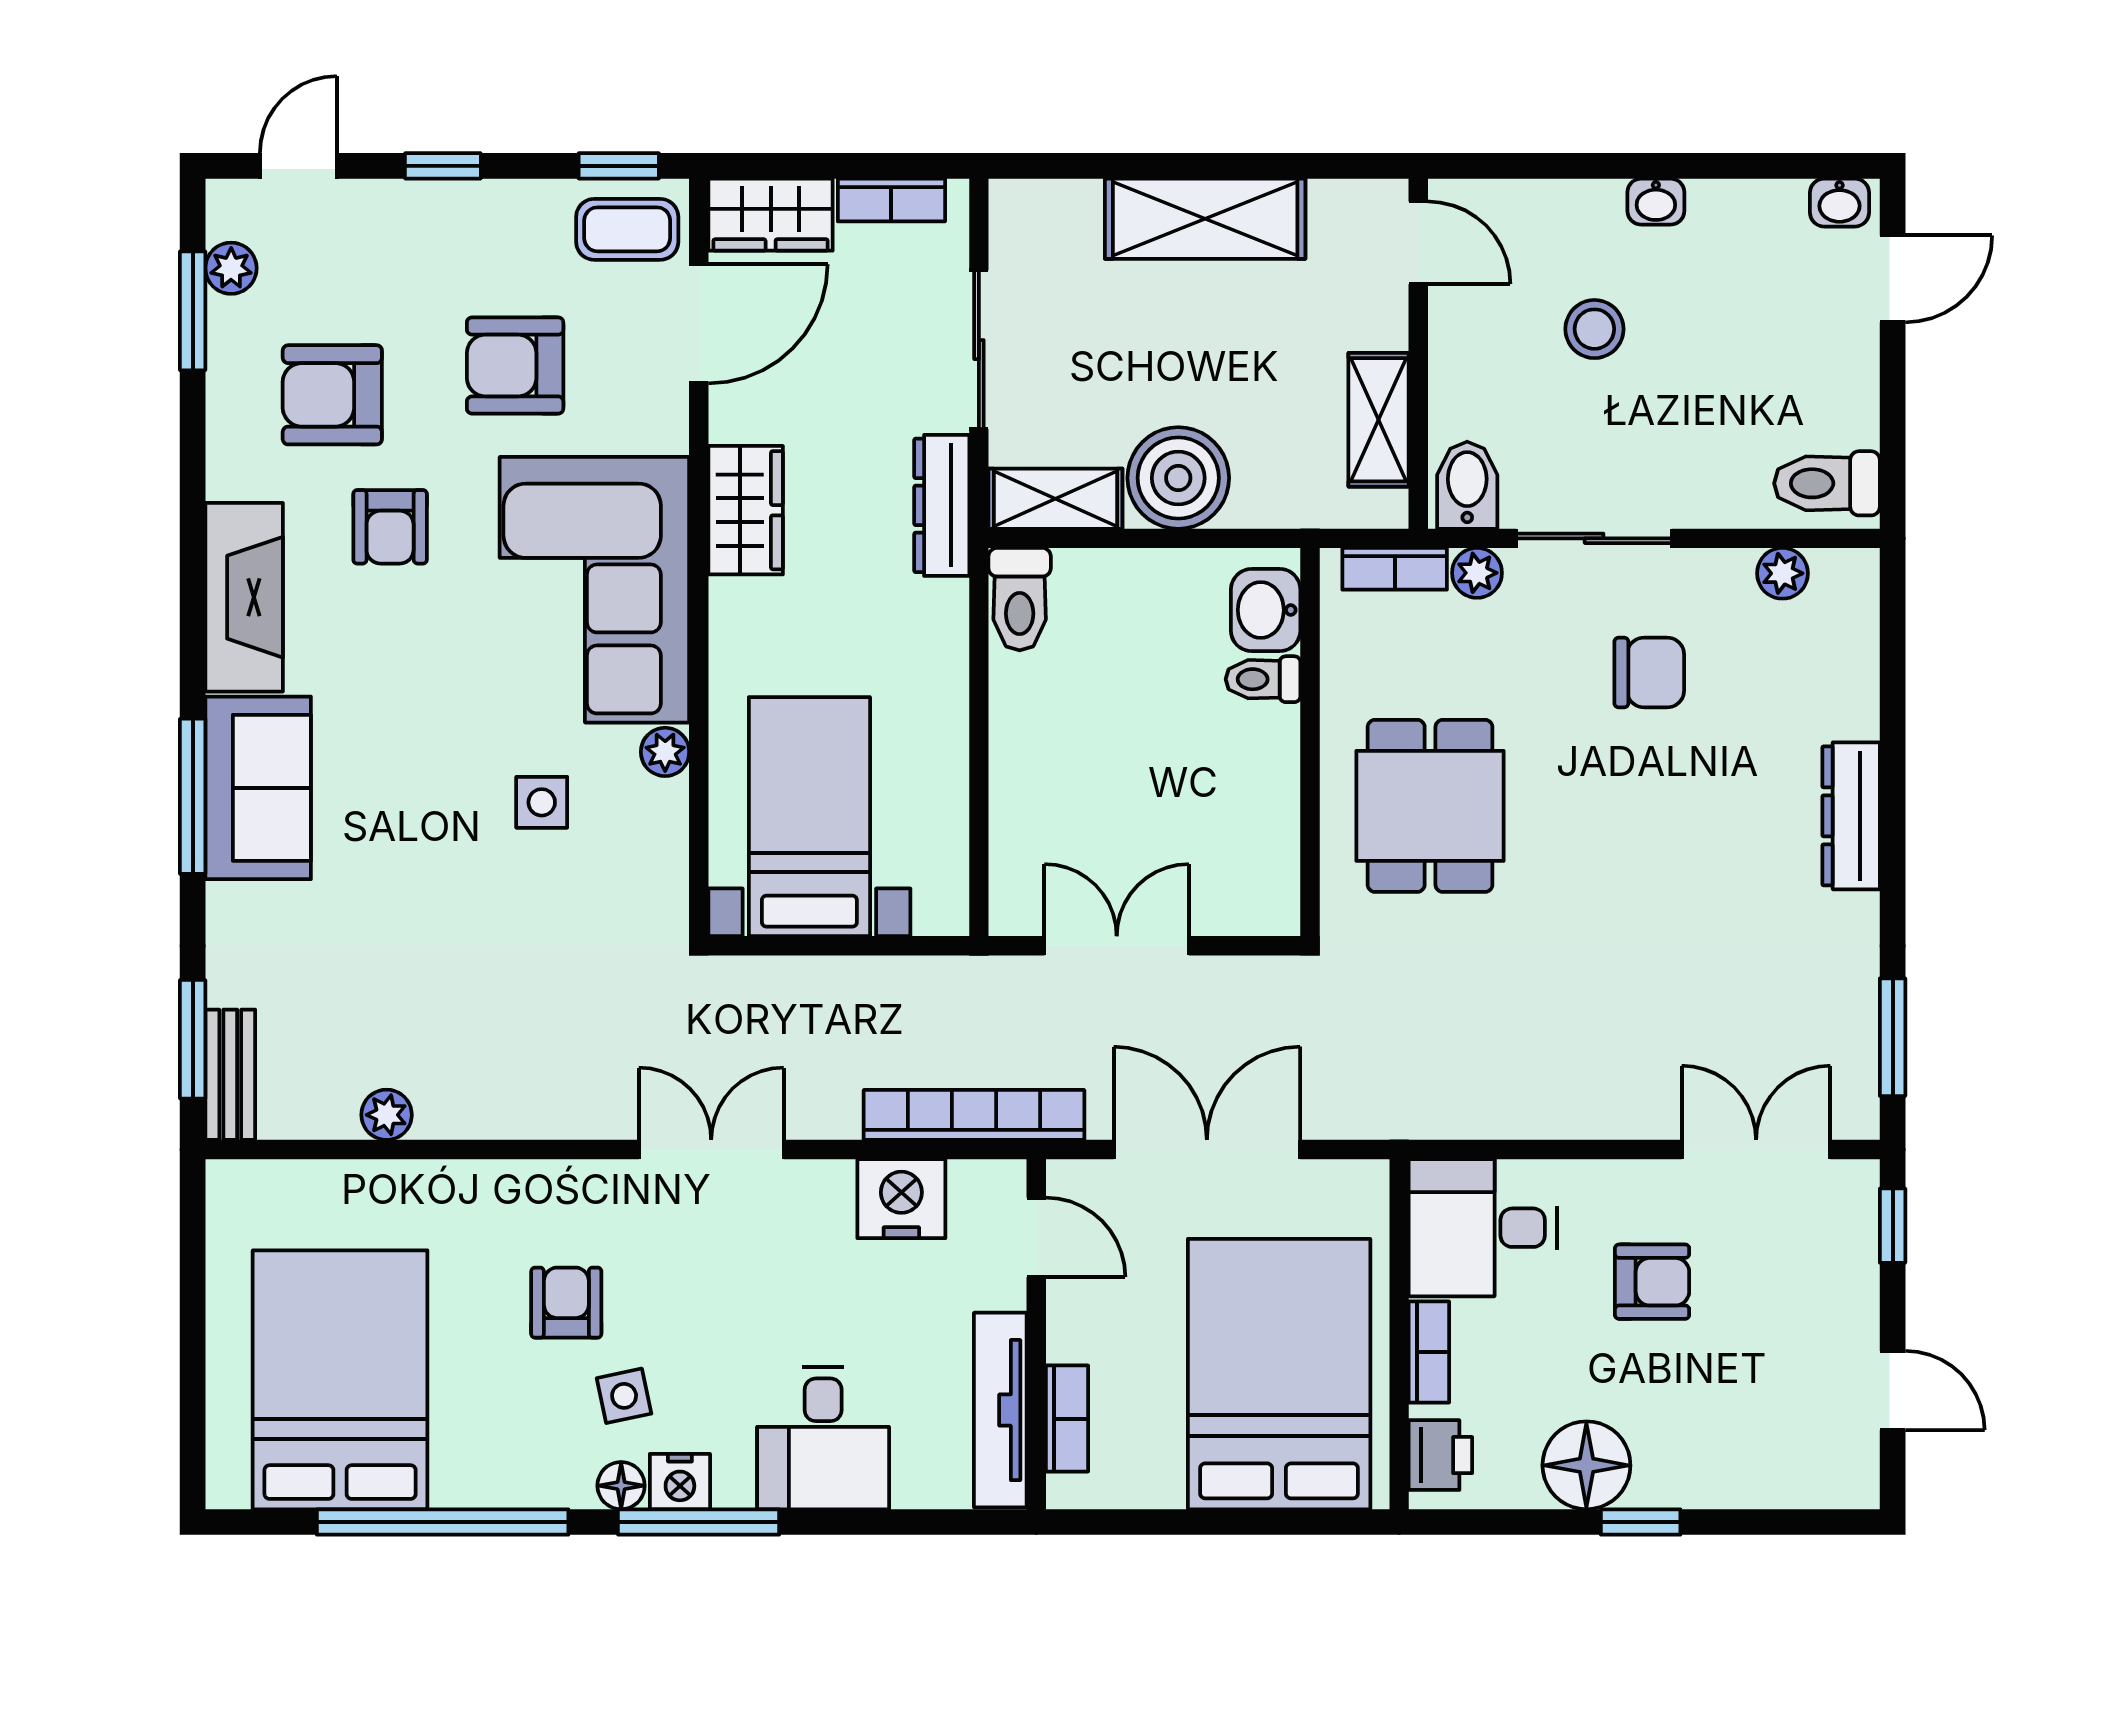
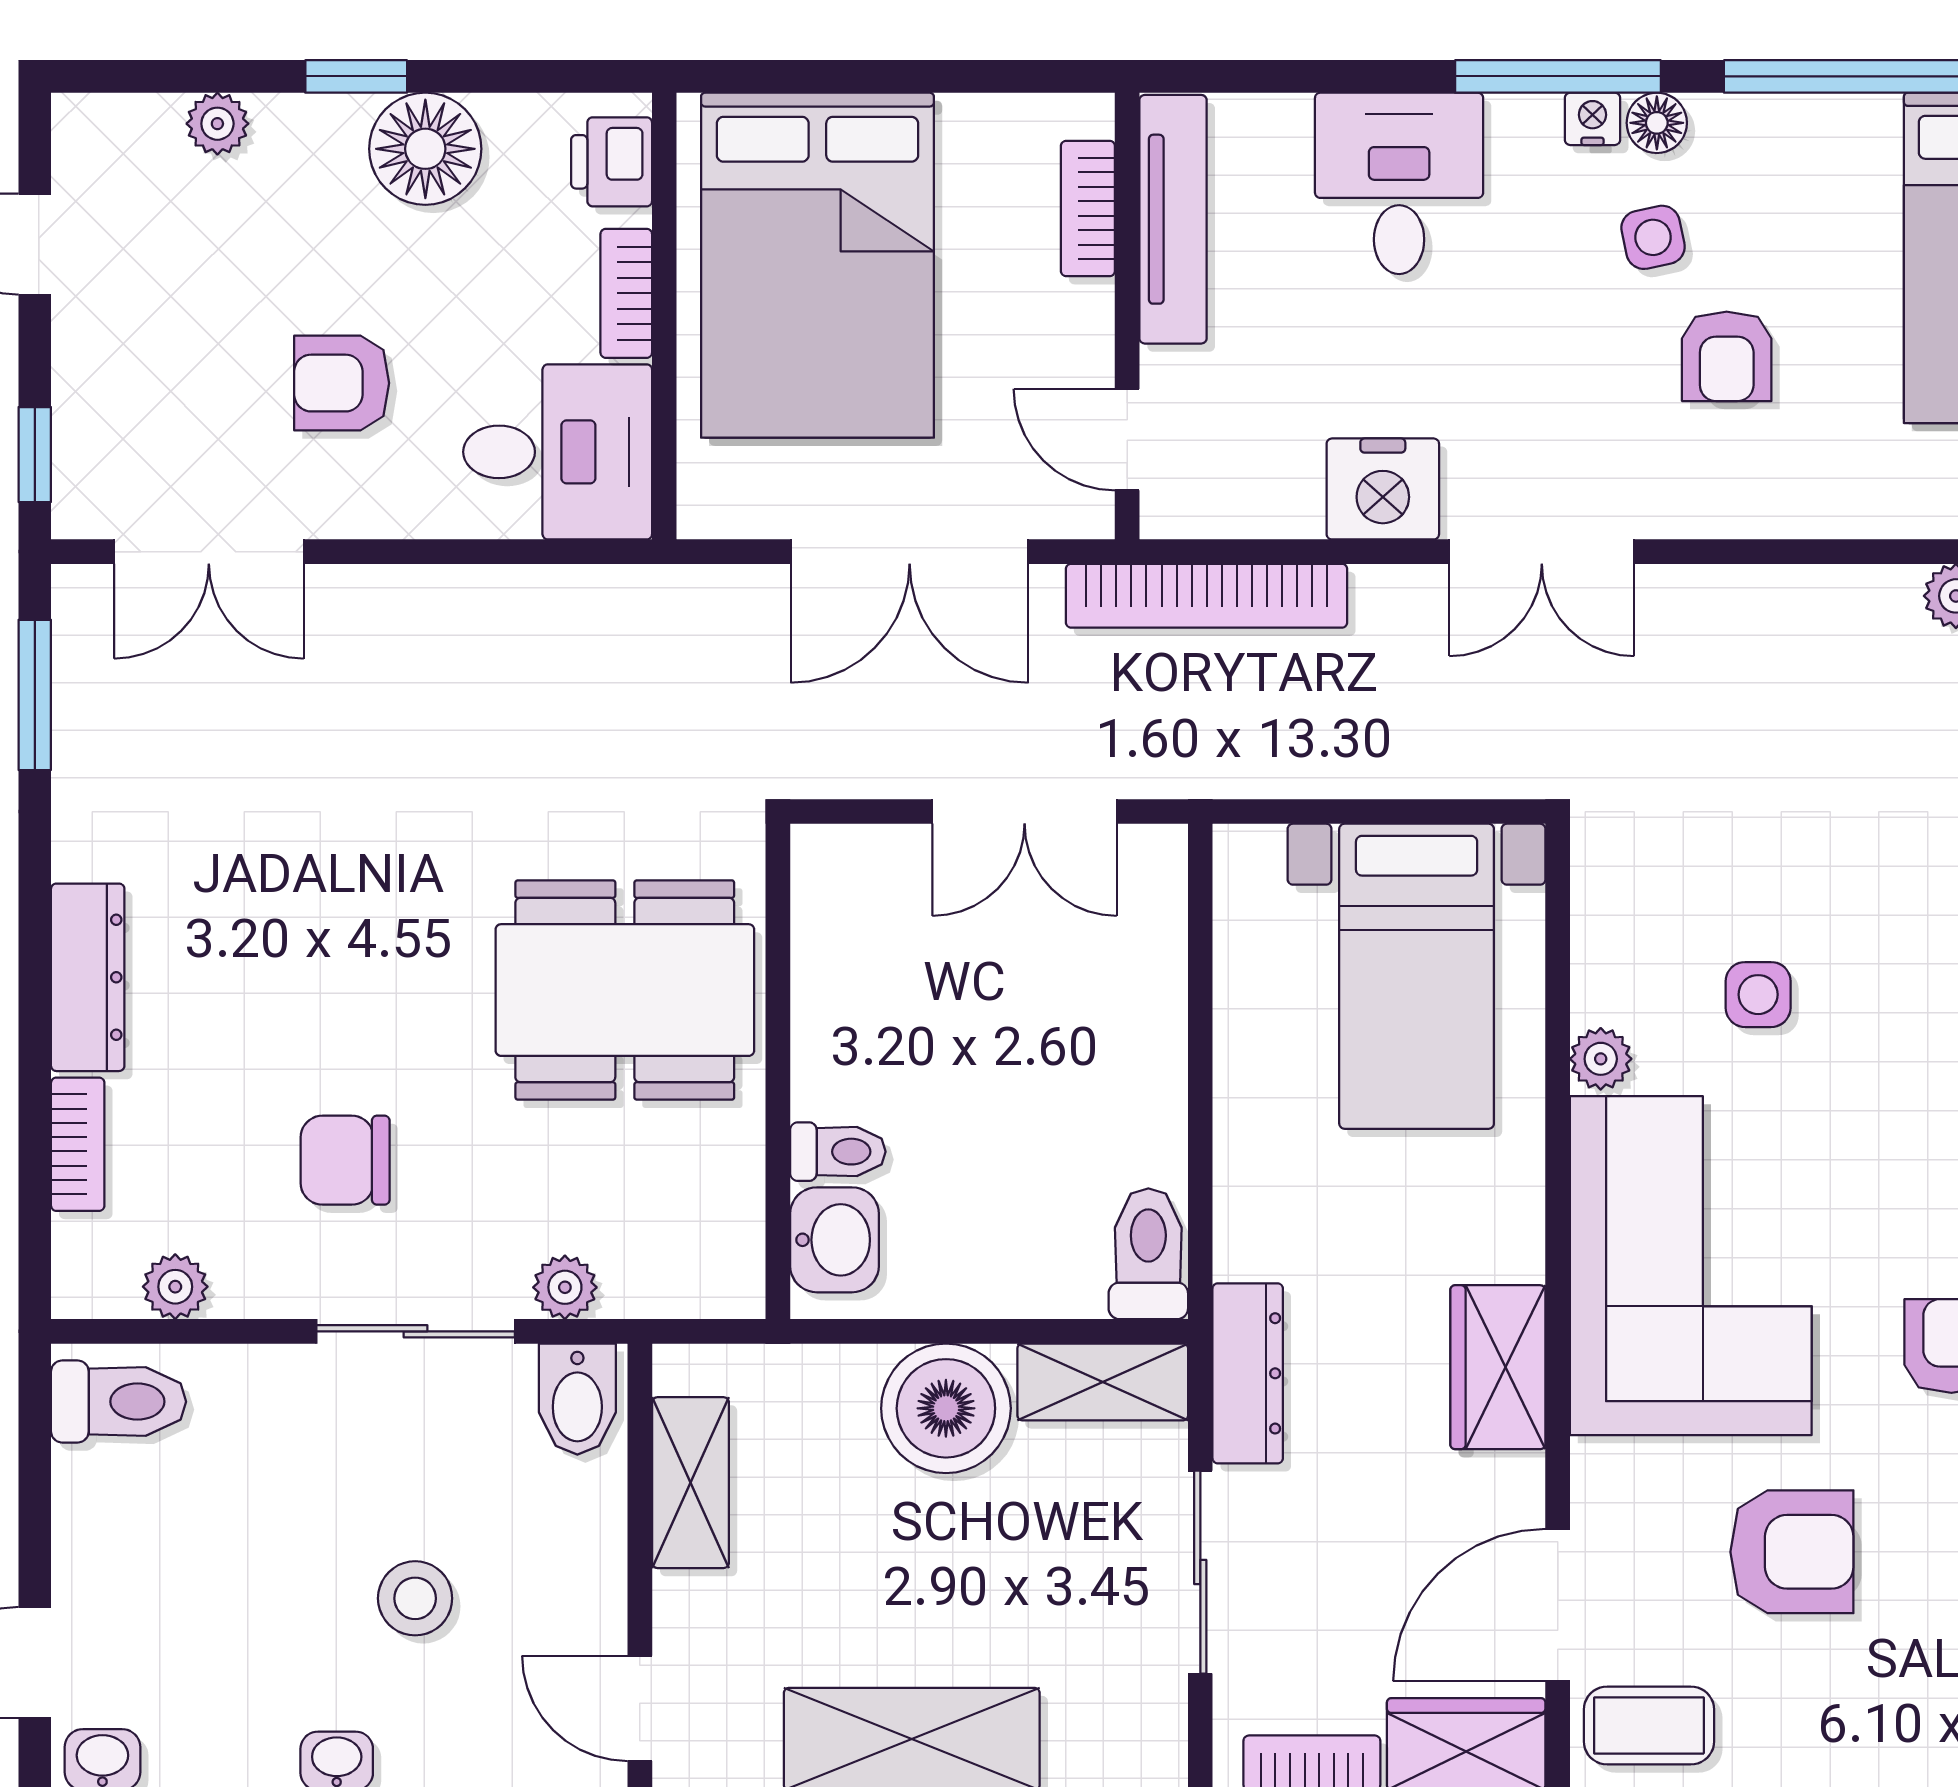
bookcase: (1395, 569) -> (78, 1144), moved, turned 90
dining table: (1430, 806) -> (625, 990), width x1.38
nightstand: (901, 1199) -> (1383, 489), moved
nightstand: (680, 1482) -> (1592, 119), width x0.72, depth x0.74
plant: (1749, 1485) -> (217, 124), added

